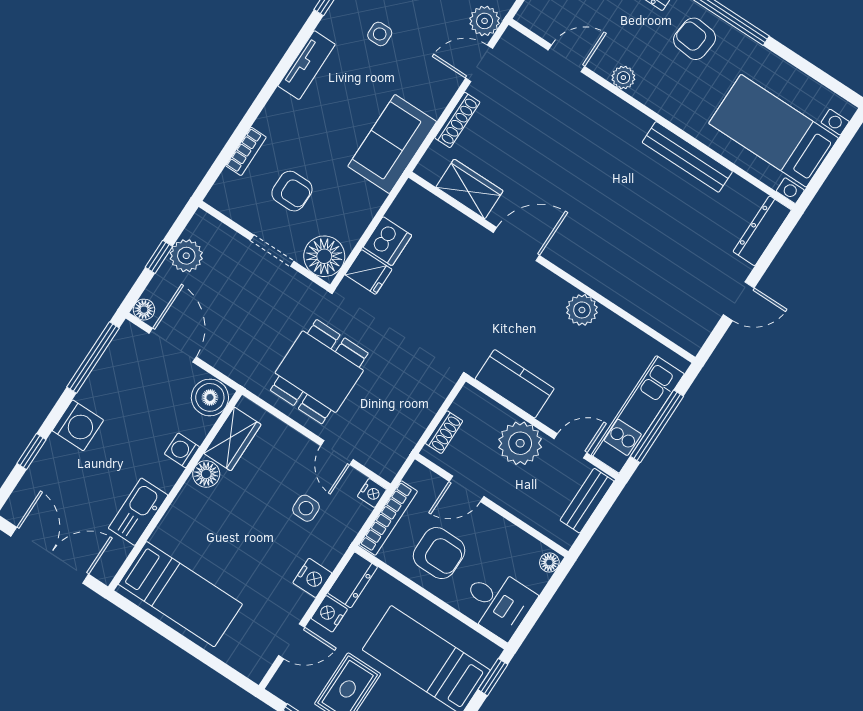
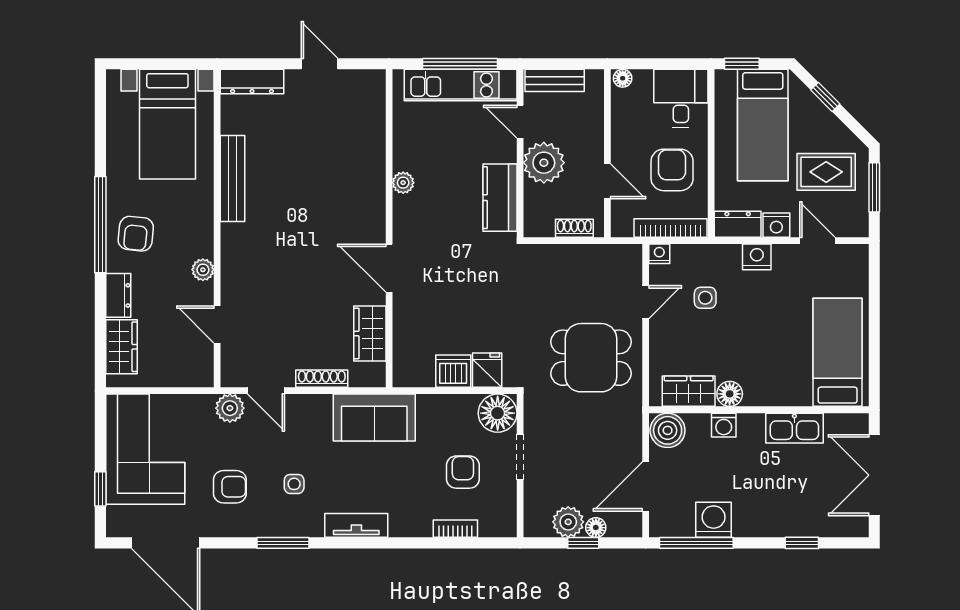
floor lamp: (144, 310) -> (596, 528), moved
plant: (582, 310) -> (403, 183), width x0.73, depth x0.73
washing machine: (78, 425) -> (714, 520), moved

